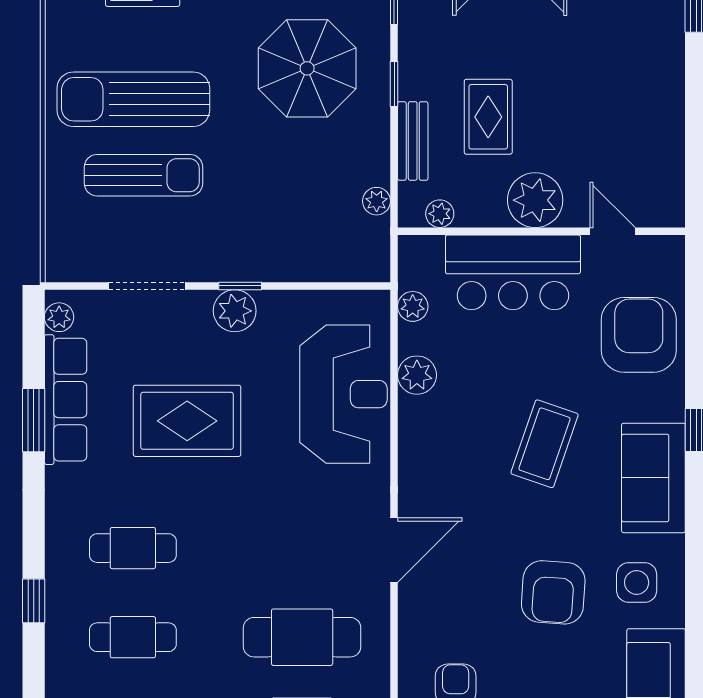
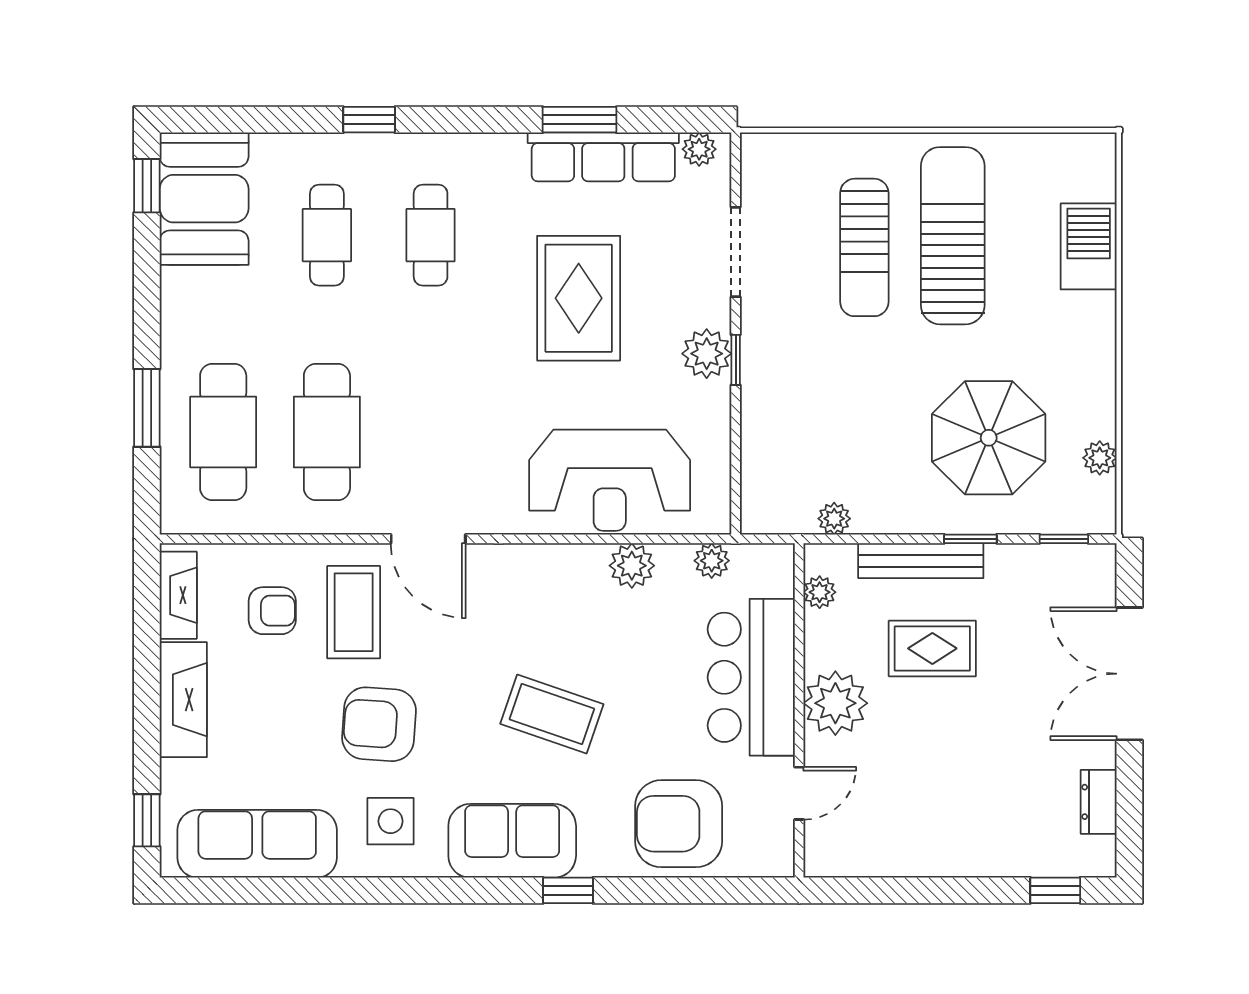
bench: (413, 141) -> (921, 561), width x1.36
armchair: (639, 335) -> (679, 824), turned 180
coffee table: (457, 614) -> (354, 612), added

